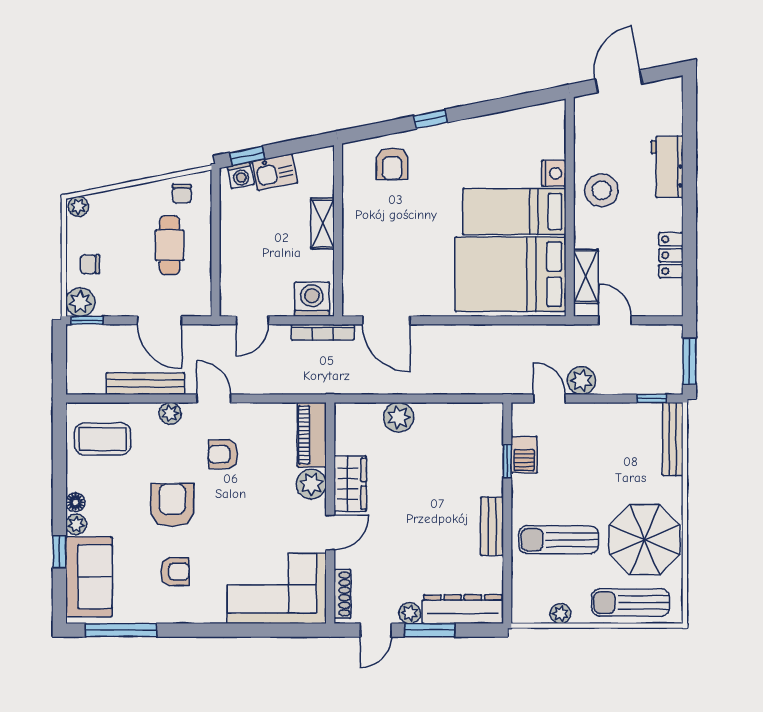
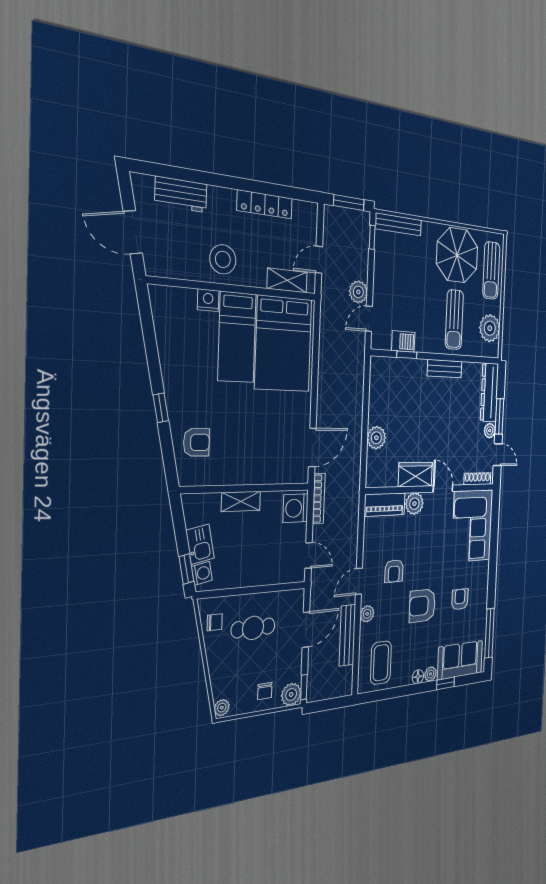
workbench: (667, 167) -> (181, 194), moved
locker: (671, 255) -> (265, 204), width x1.53
plant: (560, 613) -> (490, 328), width x1.88, depth x1.88

